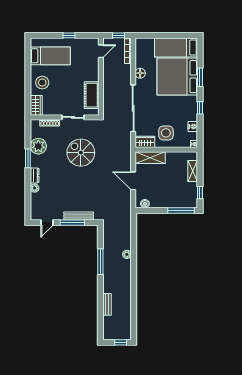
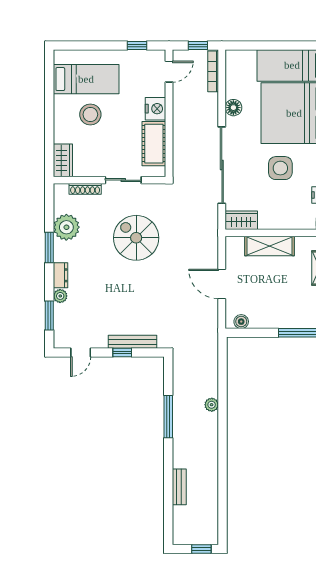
window: (69, 35) -> (137, 46), moved
nightstand: (93, 74) -> (156, 109), added
stool: (42, 83) -> (90, 114), moved
side table: (166, 133) -> (280, 168), moved
shelving: (150, 158) -> (270, 246), moved
window: (28, 200) -> (49, 315), added
window: (72, 223) -> (122, 353), width x0.46

